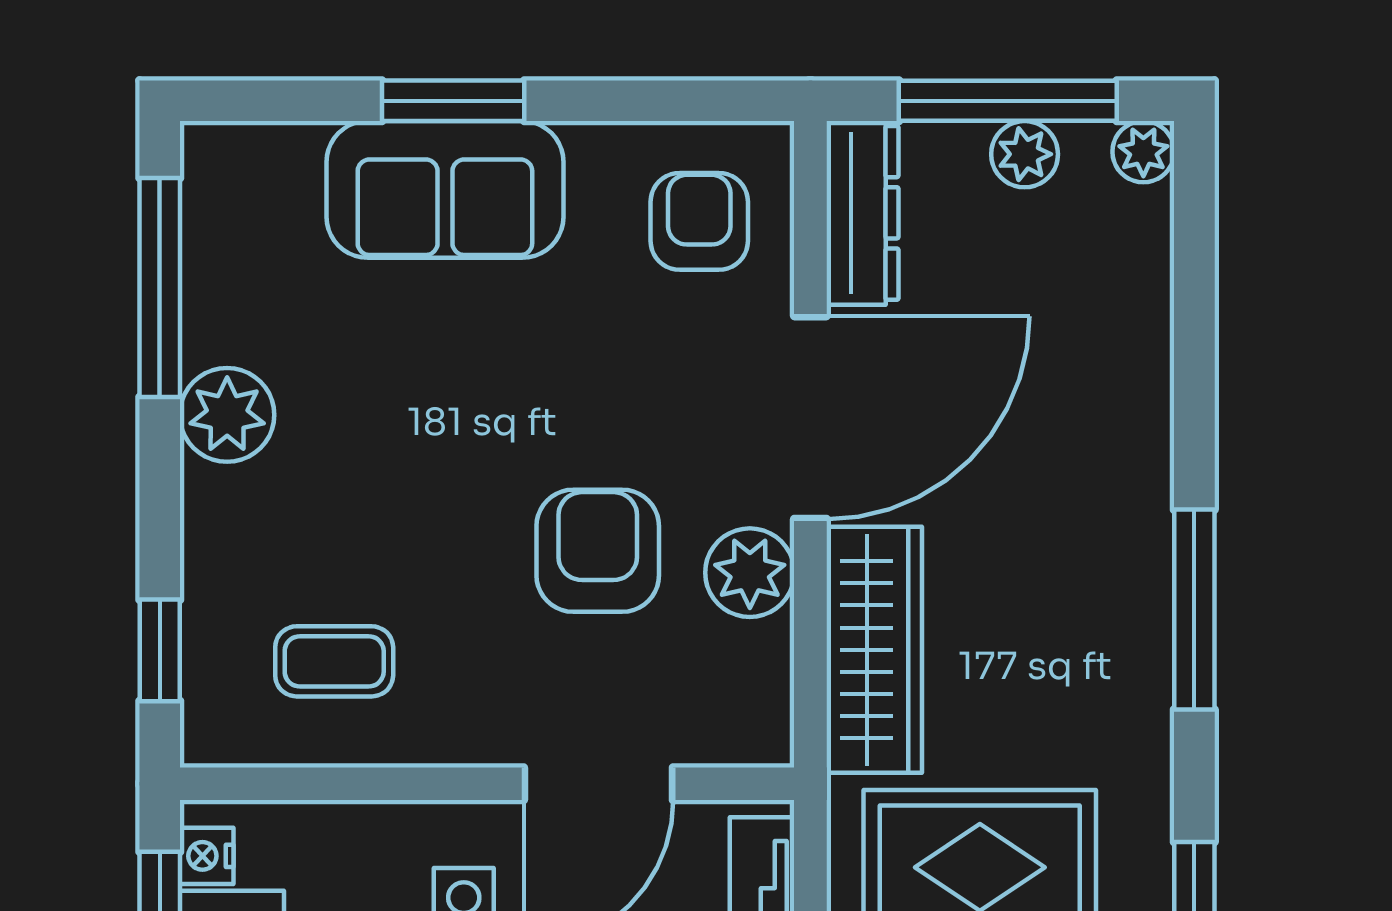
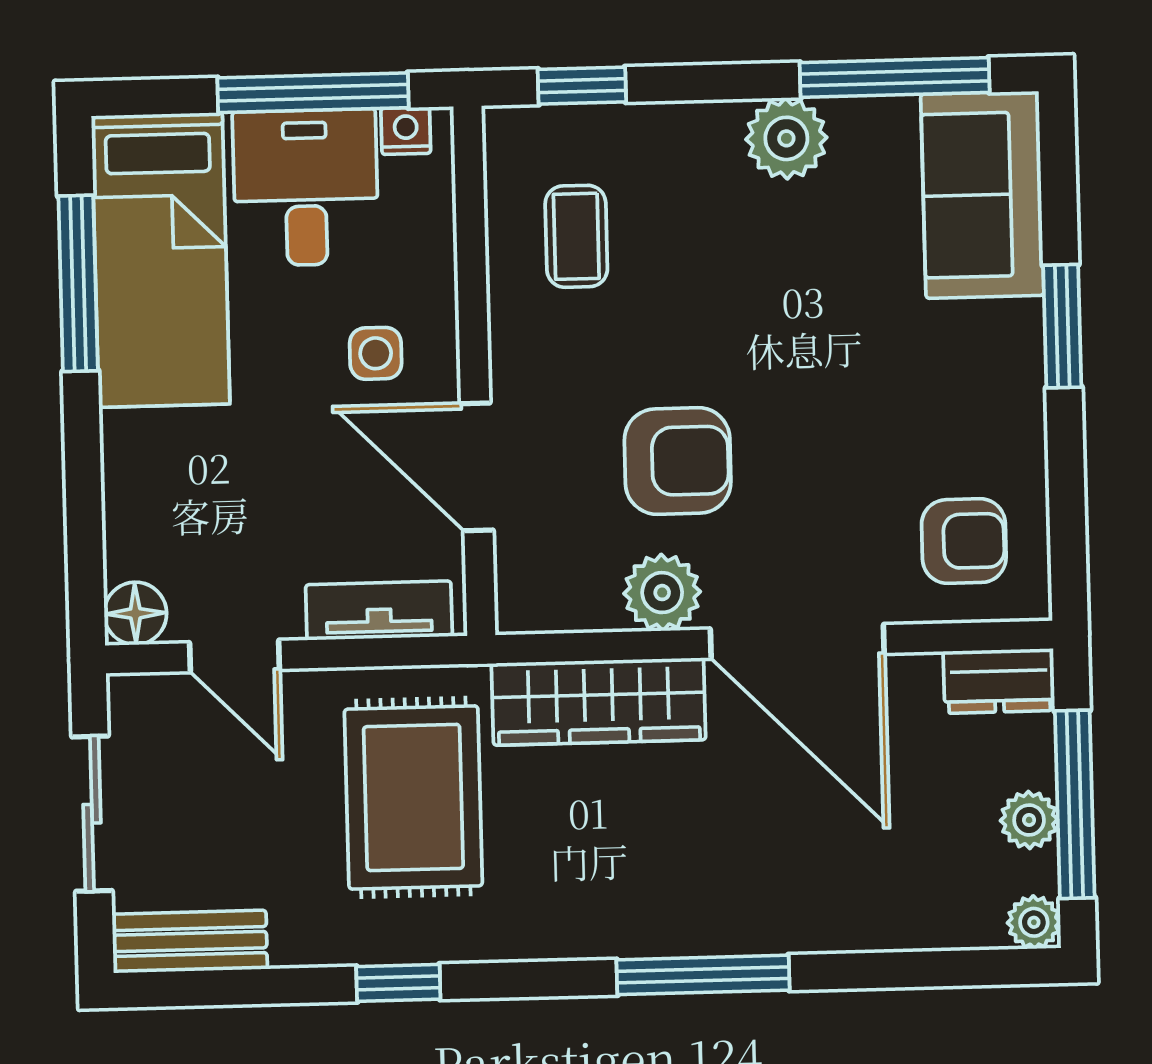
sofa: (445, 189) -> (982, 195), moved
dresser: (863, 213) -> (999, 681), width x0.70
window: (1194, 610) -> (703, 975), moved

